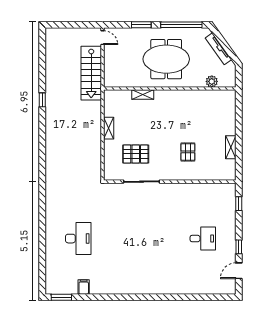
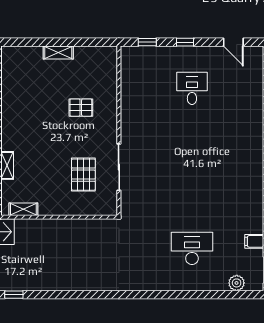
shelving: (109, 128) -> (23, 209), moved
shelving: (231, 147) -> (58, 53), moved
window: (239, 247) -> (185, 42), moved
plant: (51, 273) -> (237, 283), added

